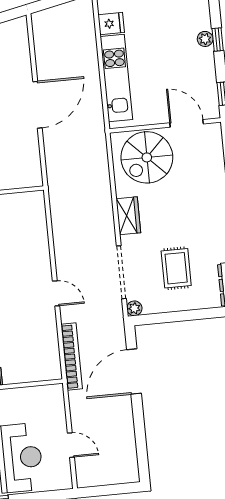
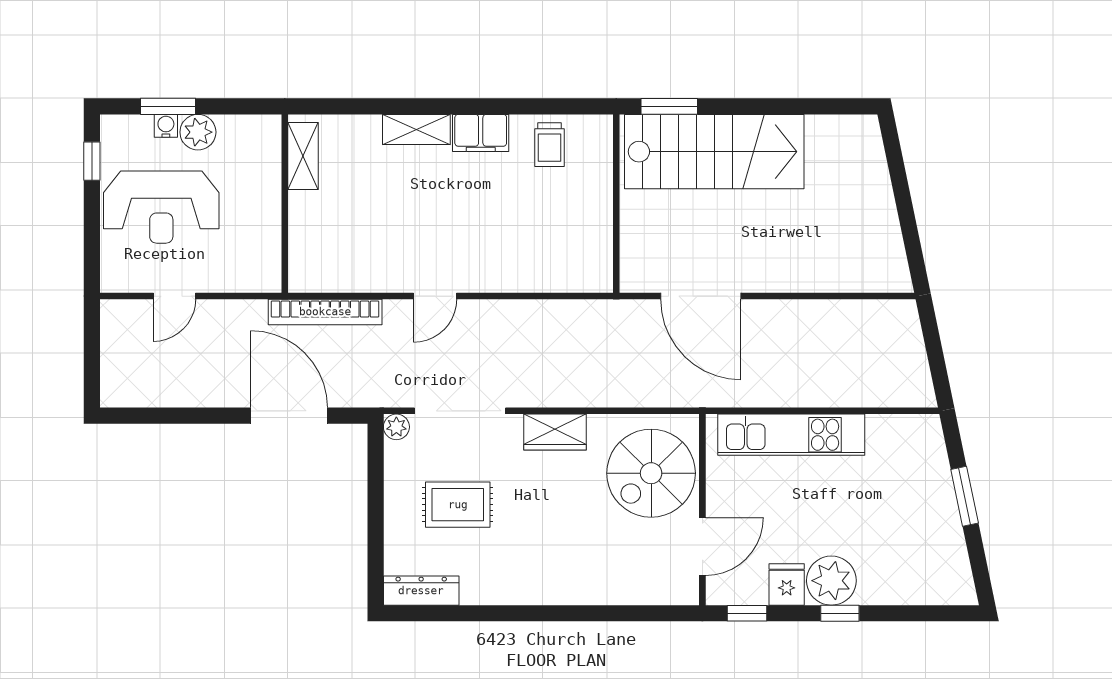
fridge: (111, 24) -> (787, 584), moved, turned 180
plant: (205, 39) -> (831, 581), width x1.88, depth x1.88
door: (37, 105) -> (701, 296), moved
spiral stairs: (147, 157) -> (651, 473), turned -90

